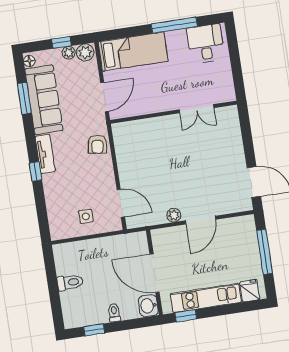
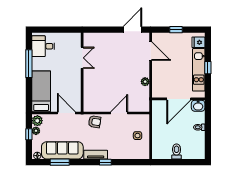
door: (121, 203) -> (119, 113), moved
door: (201, 220) -> (151, 51), moved
window: (265, 252) -> (176, 30), width x0.46
window: (186, 316) -> (208, 68), moved
window: (94, 330) -> (208, 141), removed

